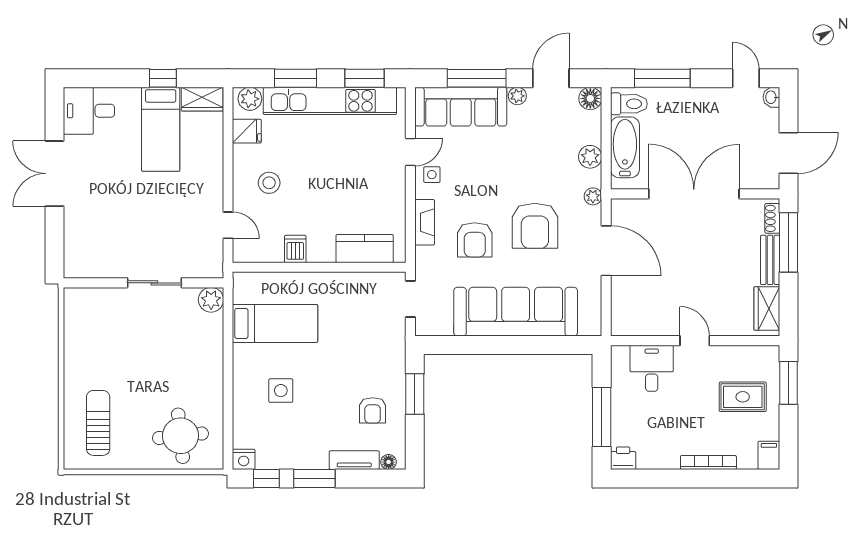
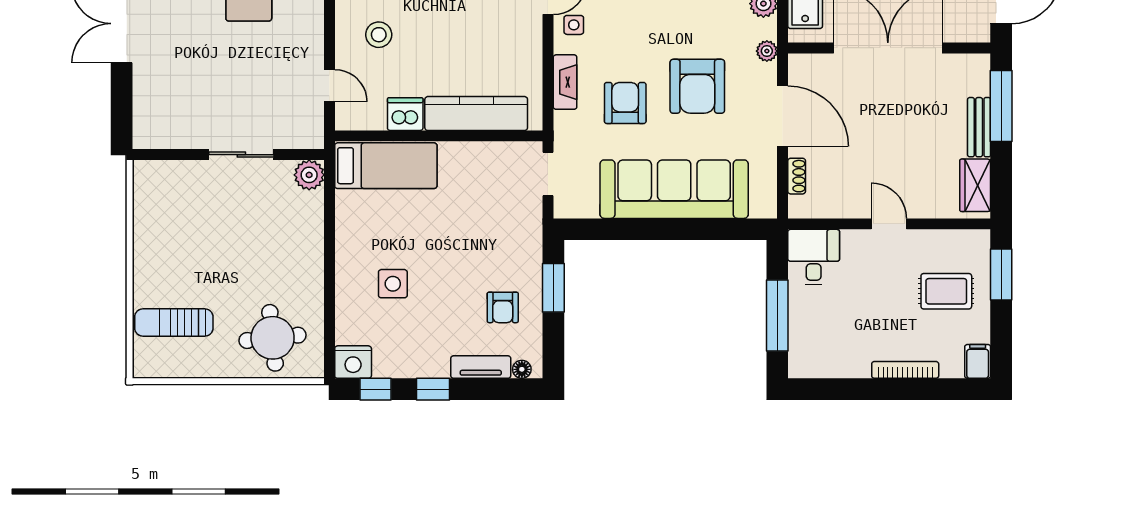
shoe rack: (772, 218) -> (797, 176), moved, turned 180
armchair: (475, 240) -> (625, 103), turned 180
dishwasher: (295, 249) -> (405, 114), width x1.38
kitchen counter: (365, 249) -> (476, 114), width x1.50
bed: (275, 323) -> (386, 166), moved
desk: (652, 368) -> (814, 257), moved
sun lounger: (98, 423) -> (174, 322), turned -90
printer: (623, 458) -> (803, 365), removed
nightstand: (244, 459) -> (353, 362), width x1.36, depth x1.33
window: (314, 479) -> (433, 389), width x0.67

